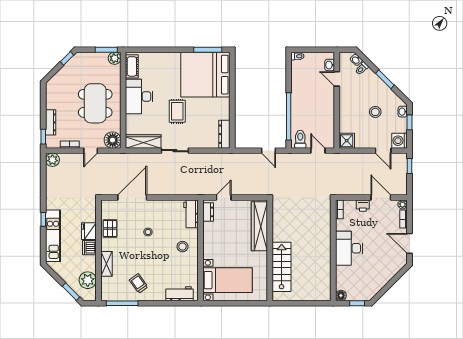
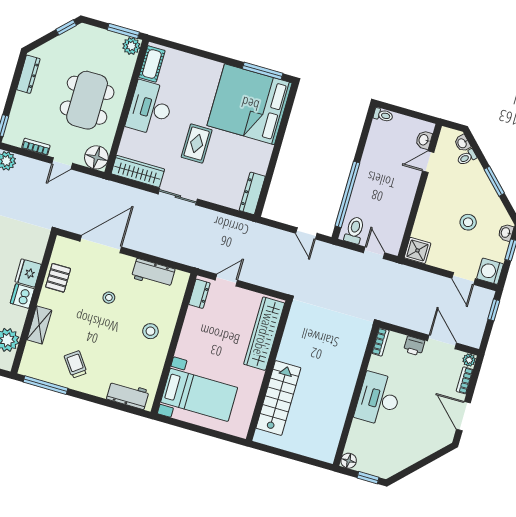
door: (337, 79) -> (428, 162), hinge flipped
dresser: (51, 122) -> (28, 74), moved
workbench: (191, 214) -> (153, 273), moved, turned -90

